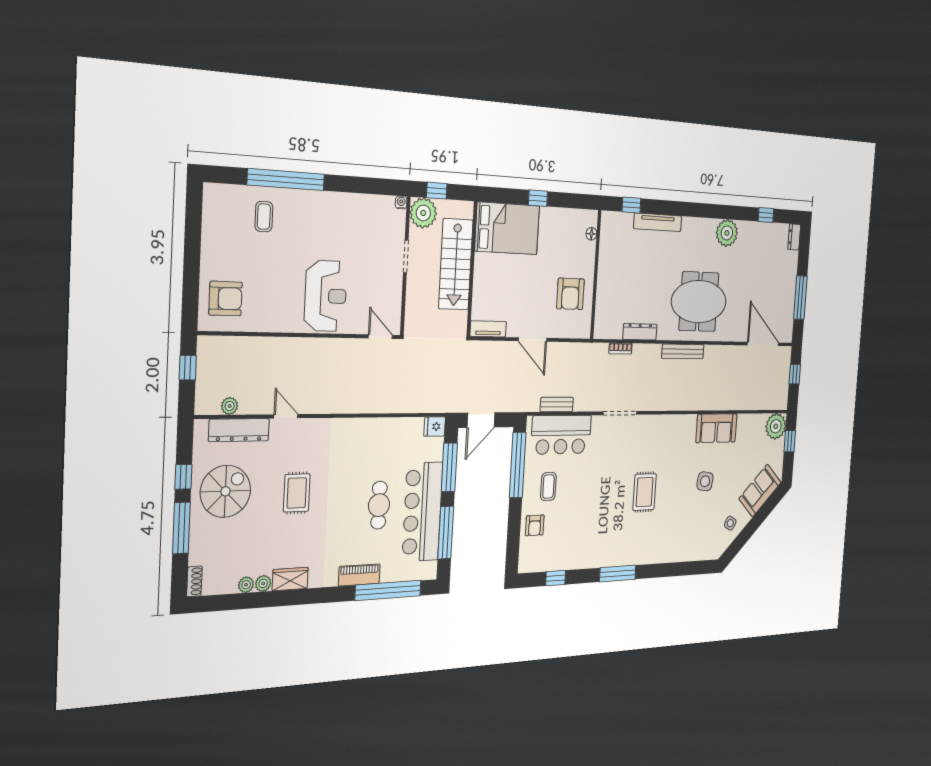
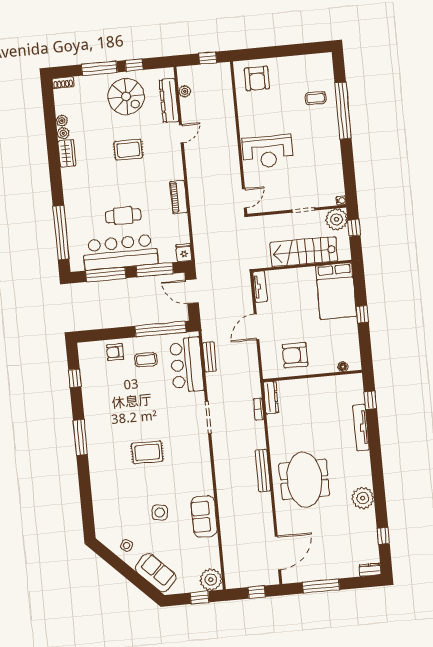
dresser: (640, 332) -> (271, 398), moved
piano: (359, 575) -> (179, 197), moved, turned 180

